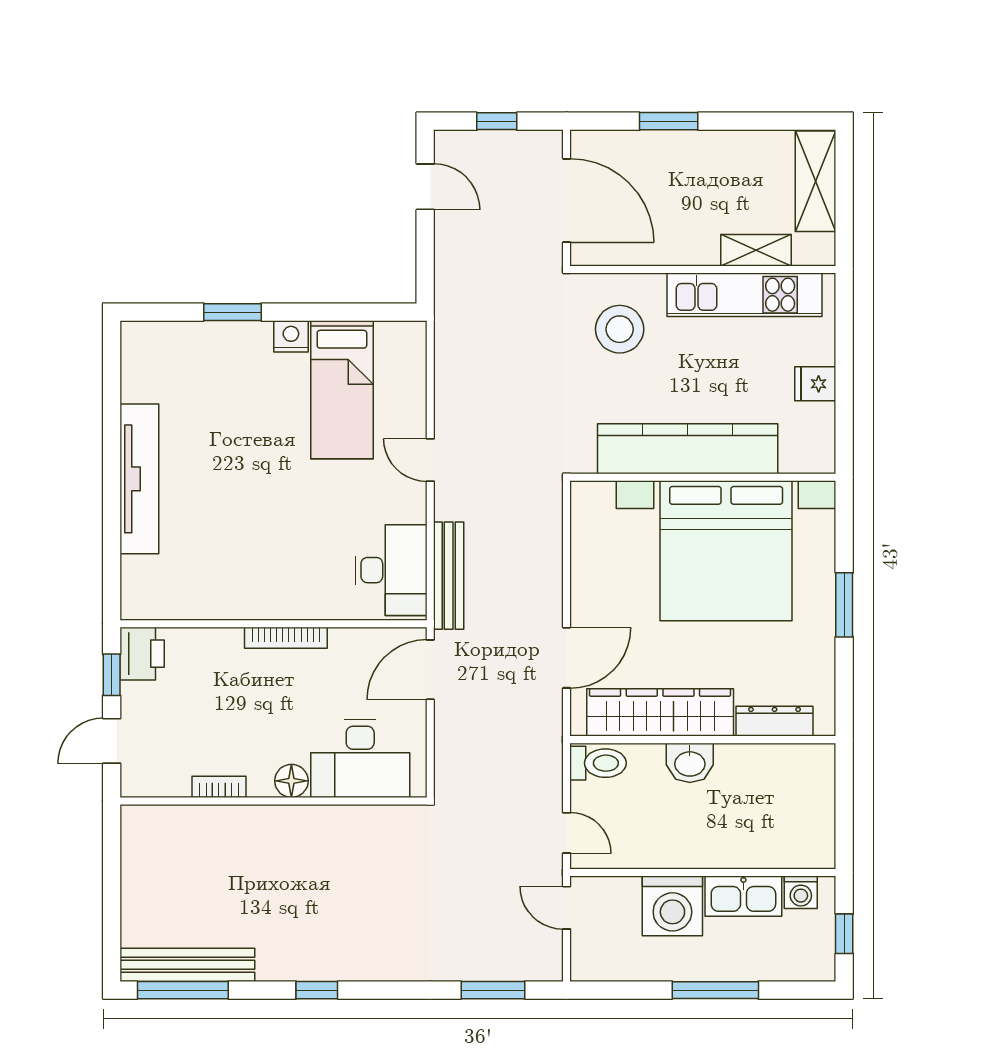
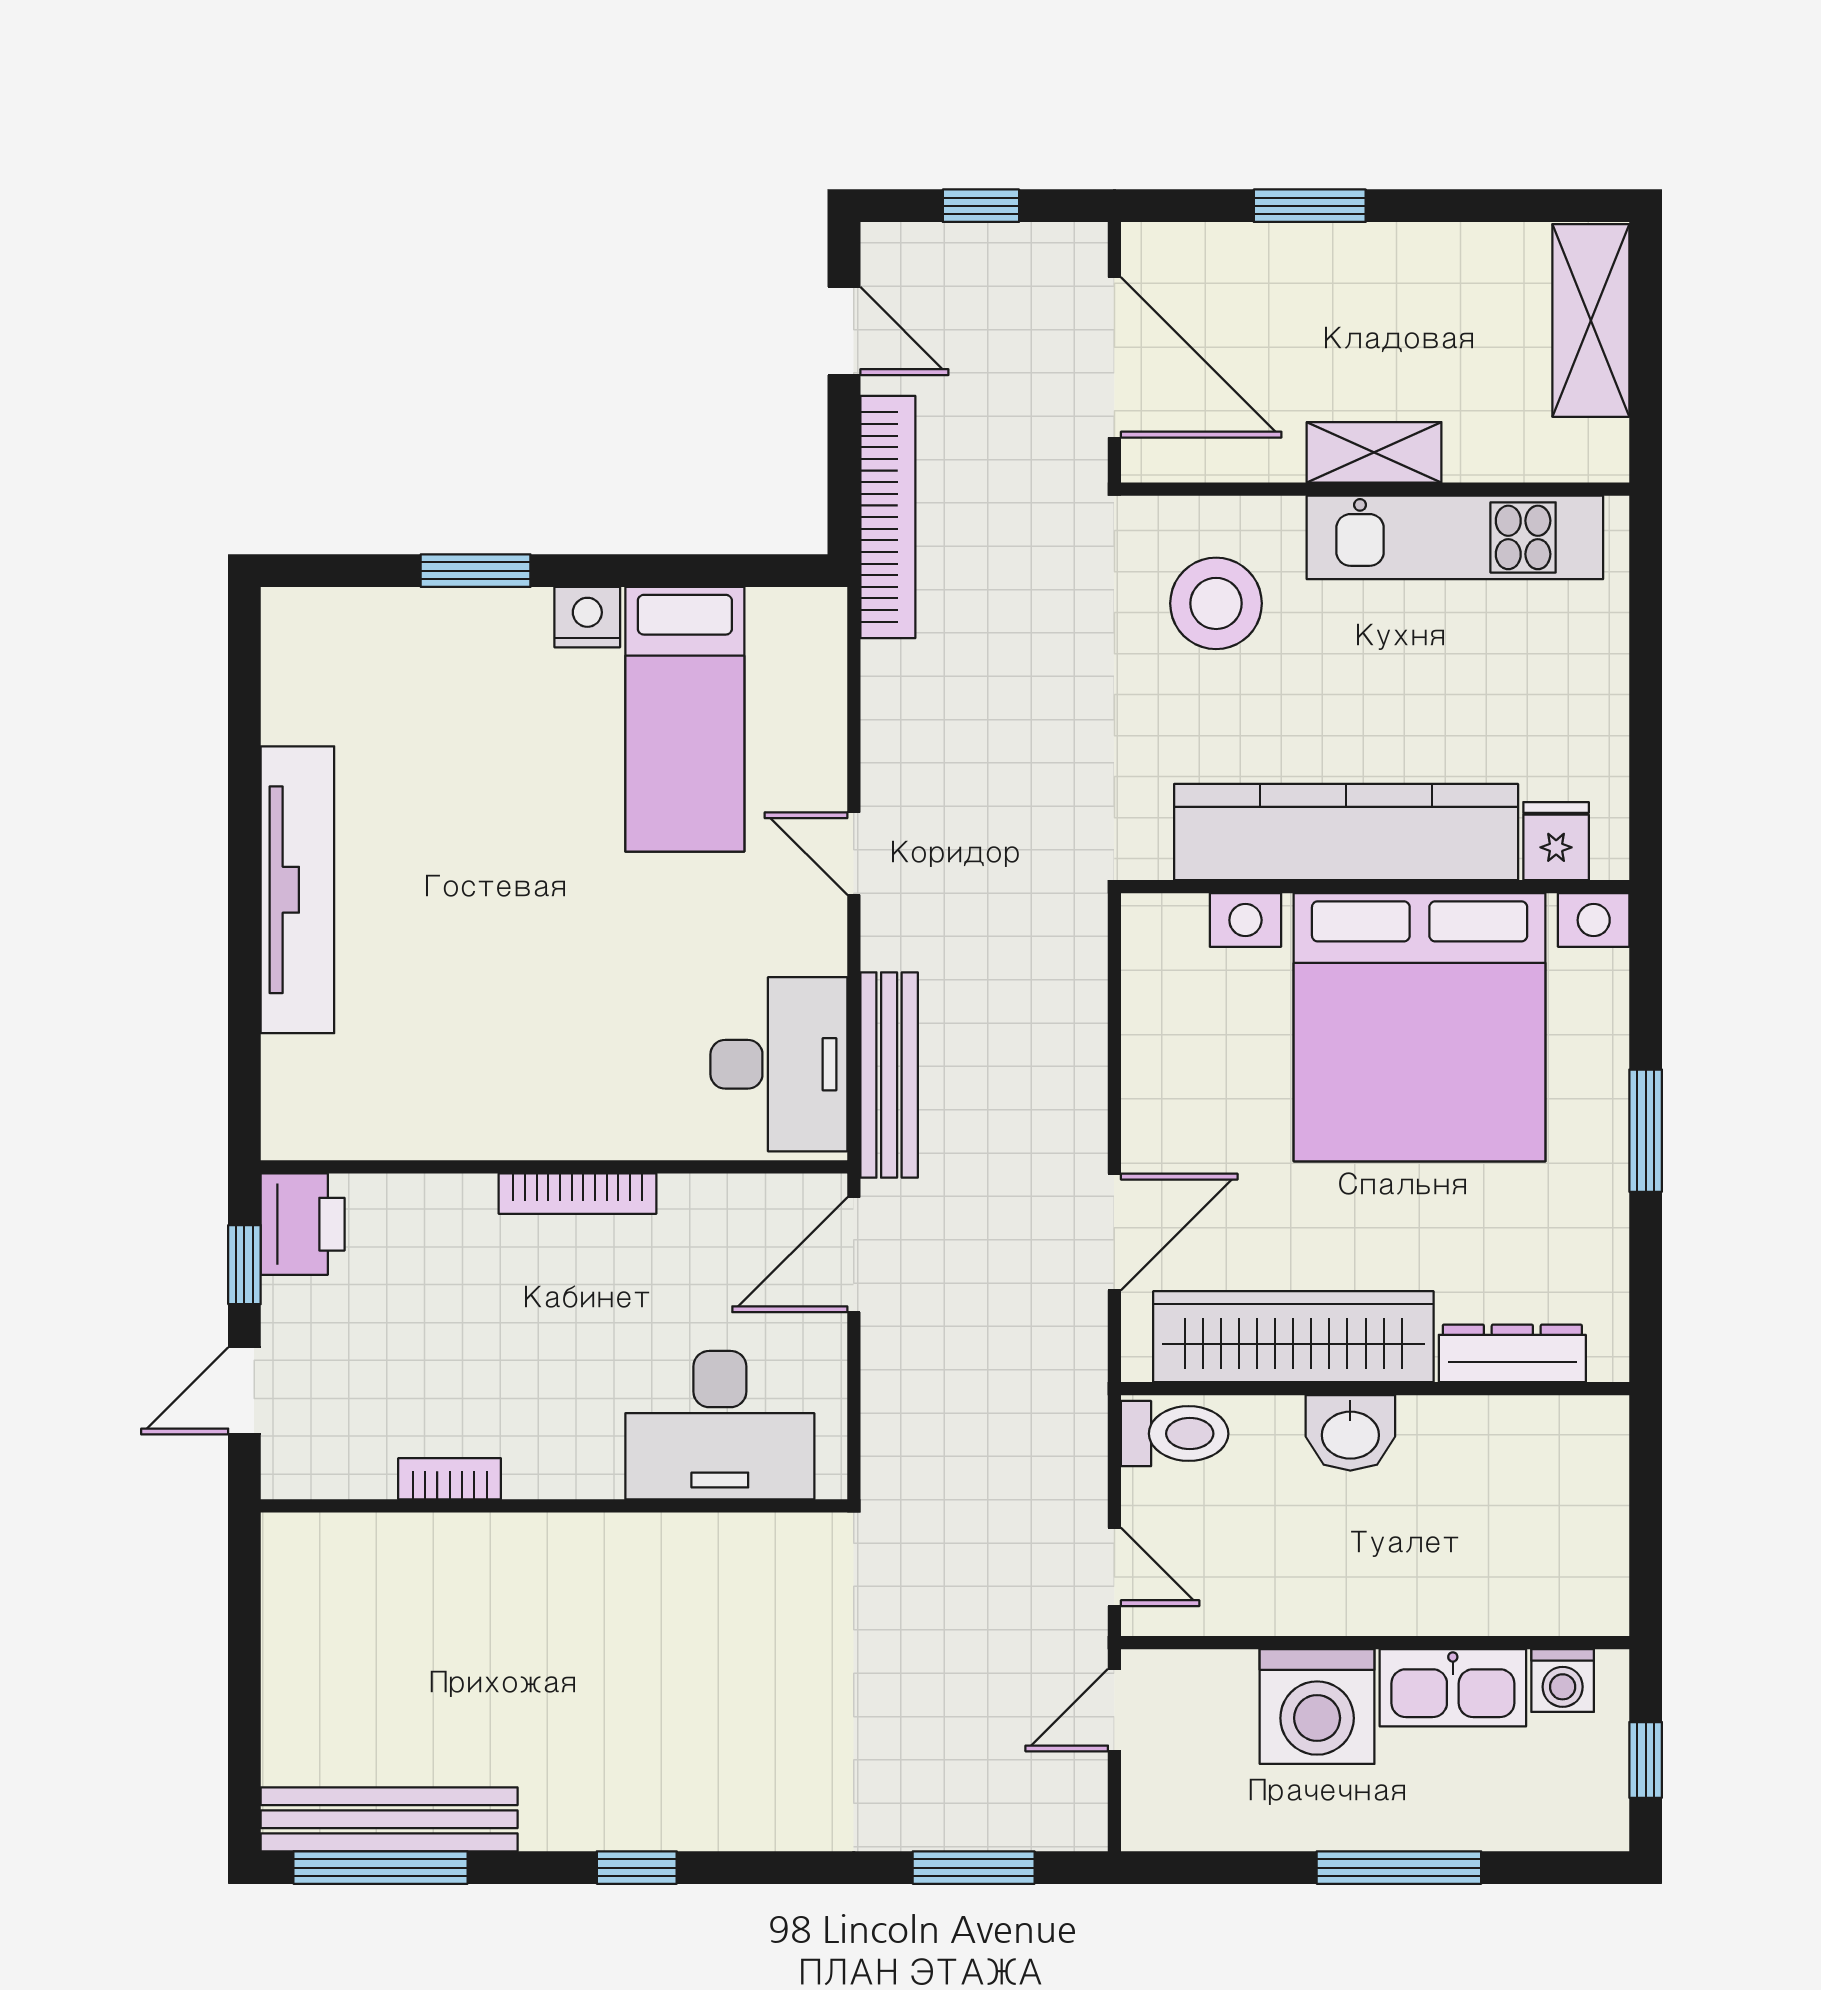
shelving: (756, 250) -> (1374, 452), moved
bookcase: (448, 284) -> (888, 517), added
fridge: (815, 384) -> (1556, 841), moved, turned 90
floor lamp: (291, 781) -> (588, 1468), removed
door: (567, 908) -> (1114, 1710), hinge flipped

